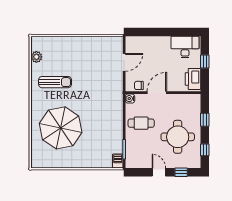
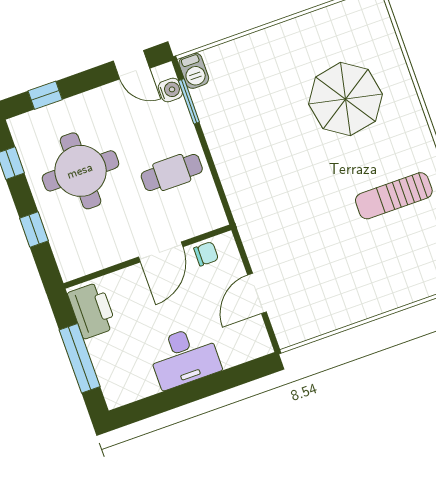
desk: (185, 47) -> (184, 357), moved
window: (205, 61) -> (80, 358), width x2.17
water cooler: (130, 99) -> (170, 90), moved
parasol: (61, 128) -> (345, 99), width x0.73, depth x0.73
door: (159, 172) -> (132, 65), moved

